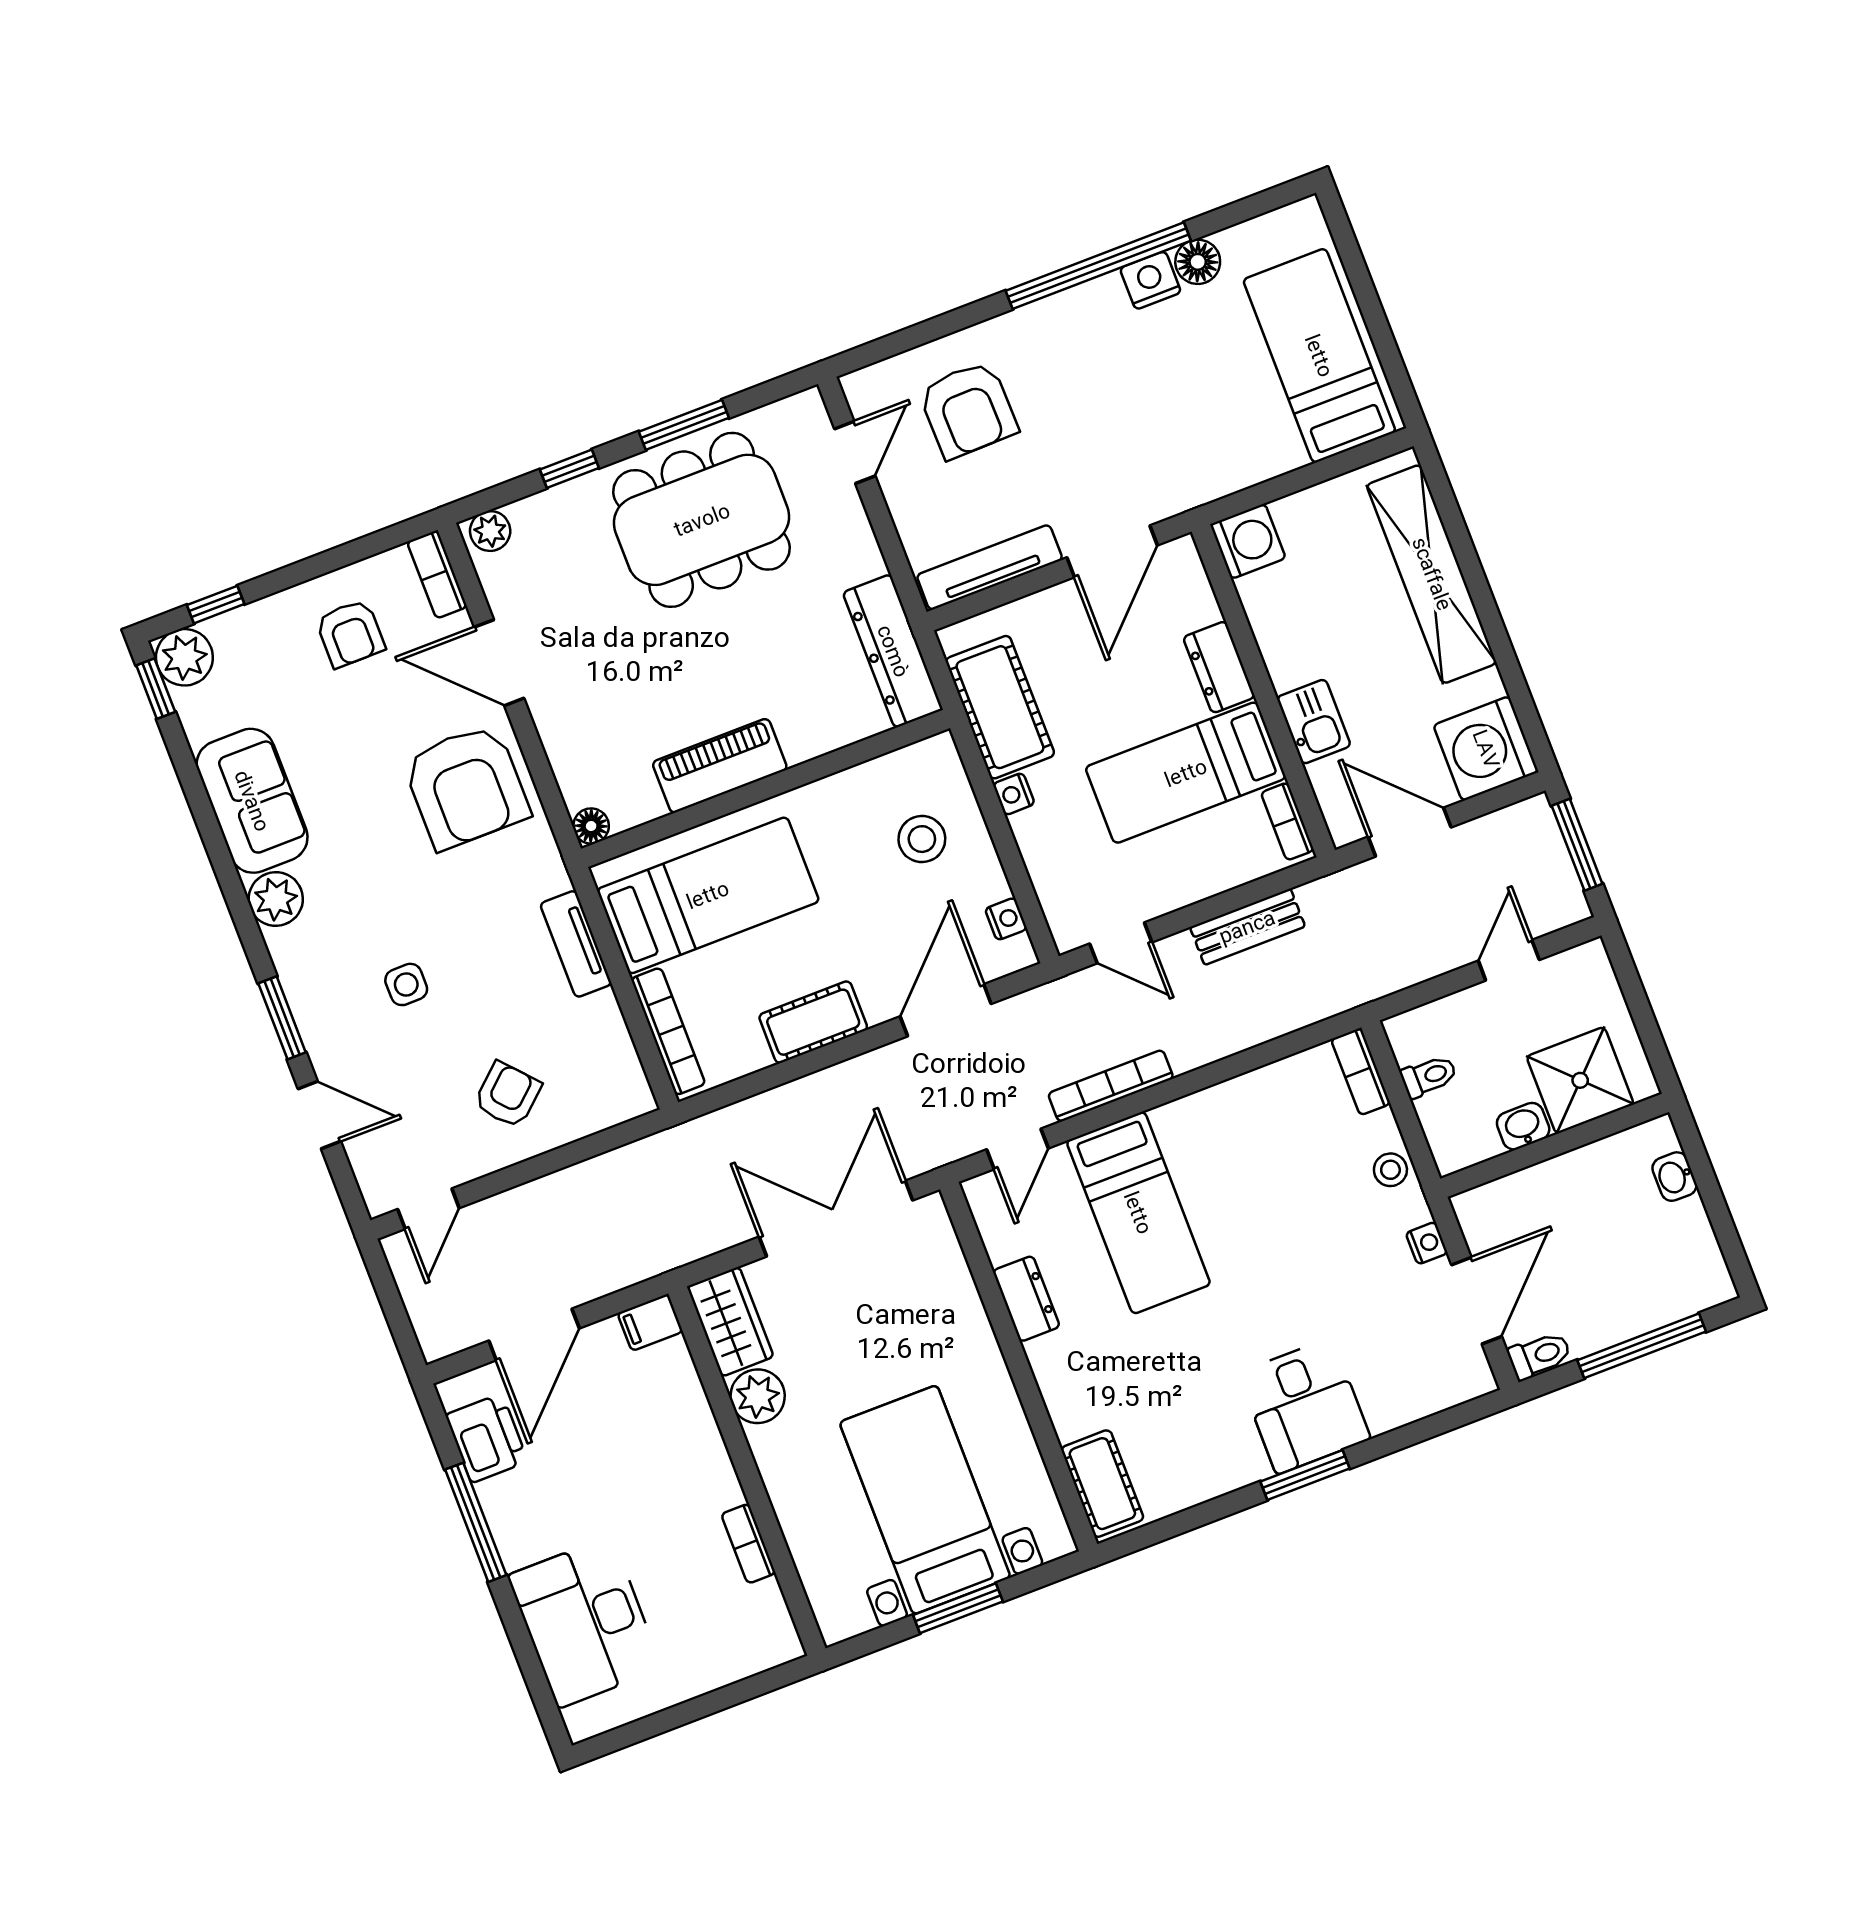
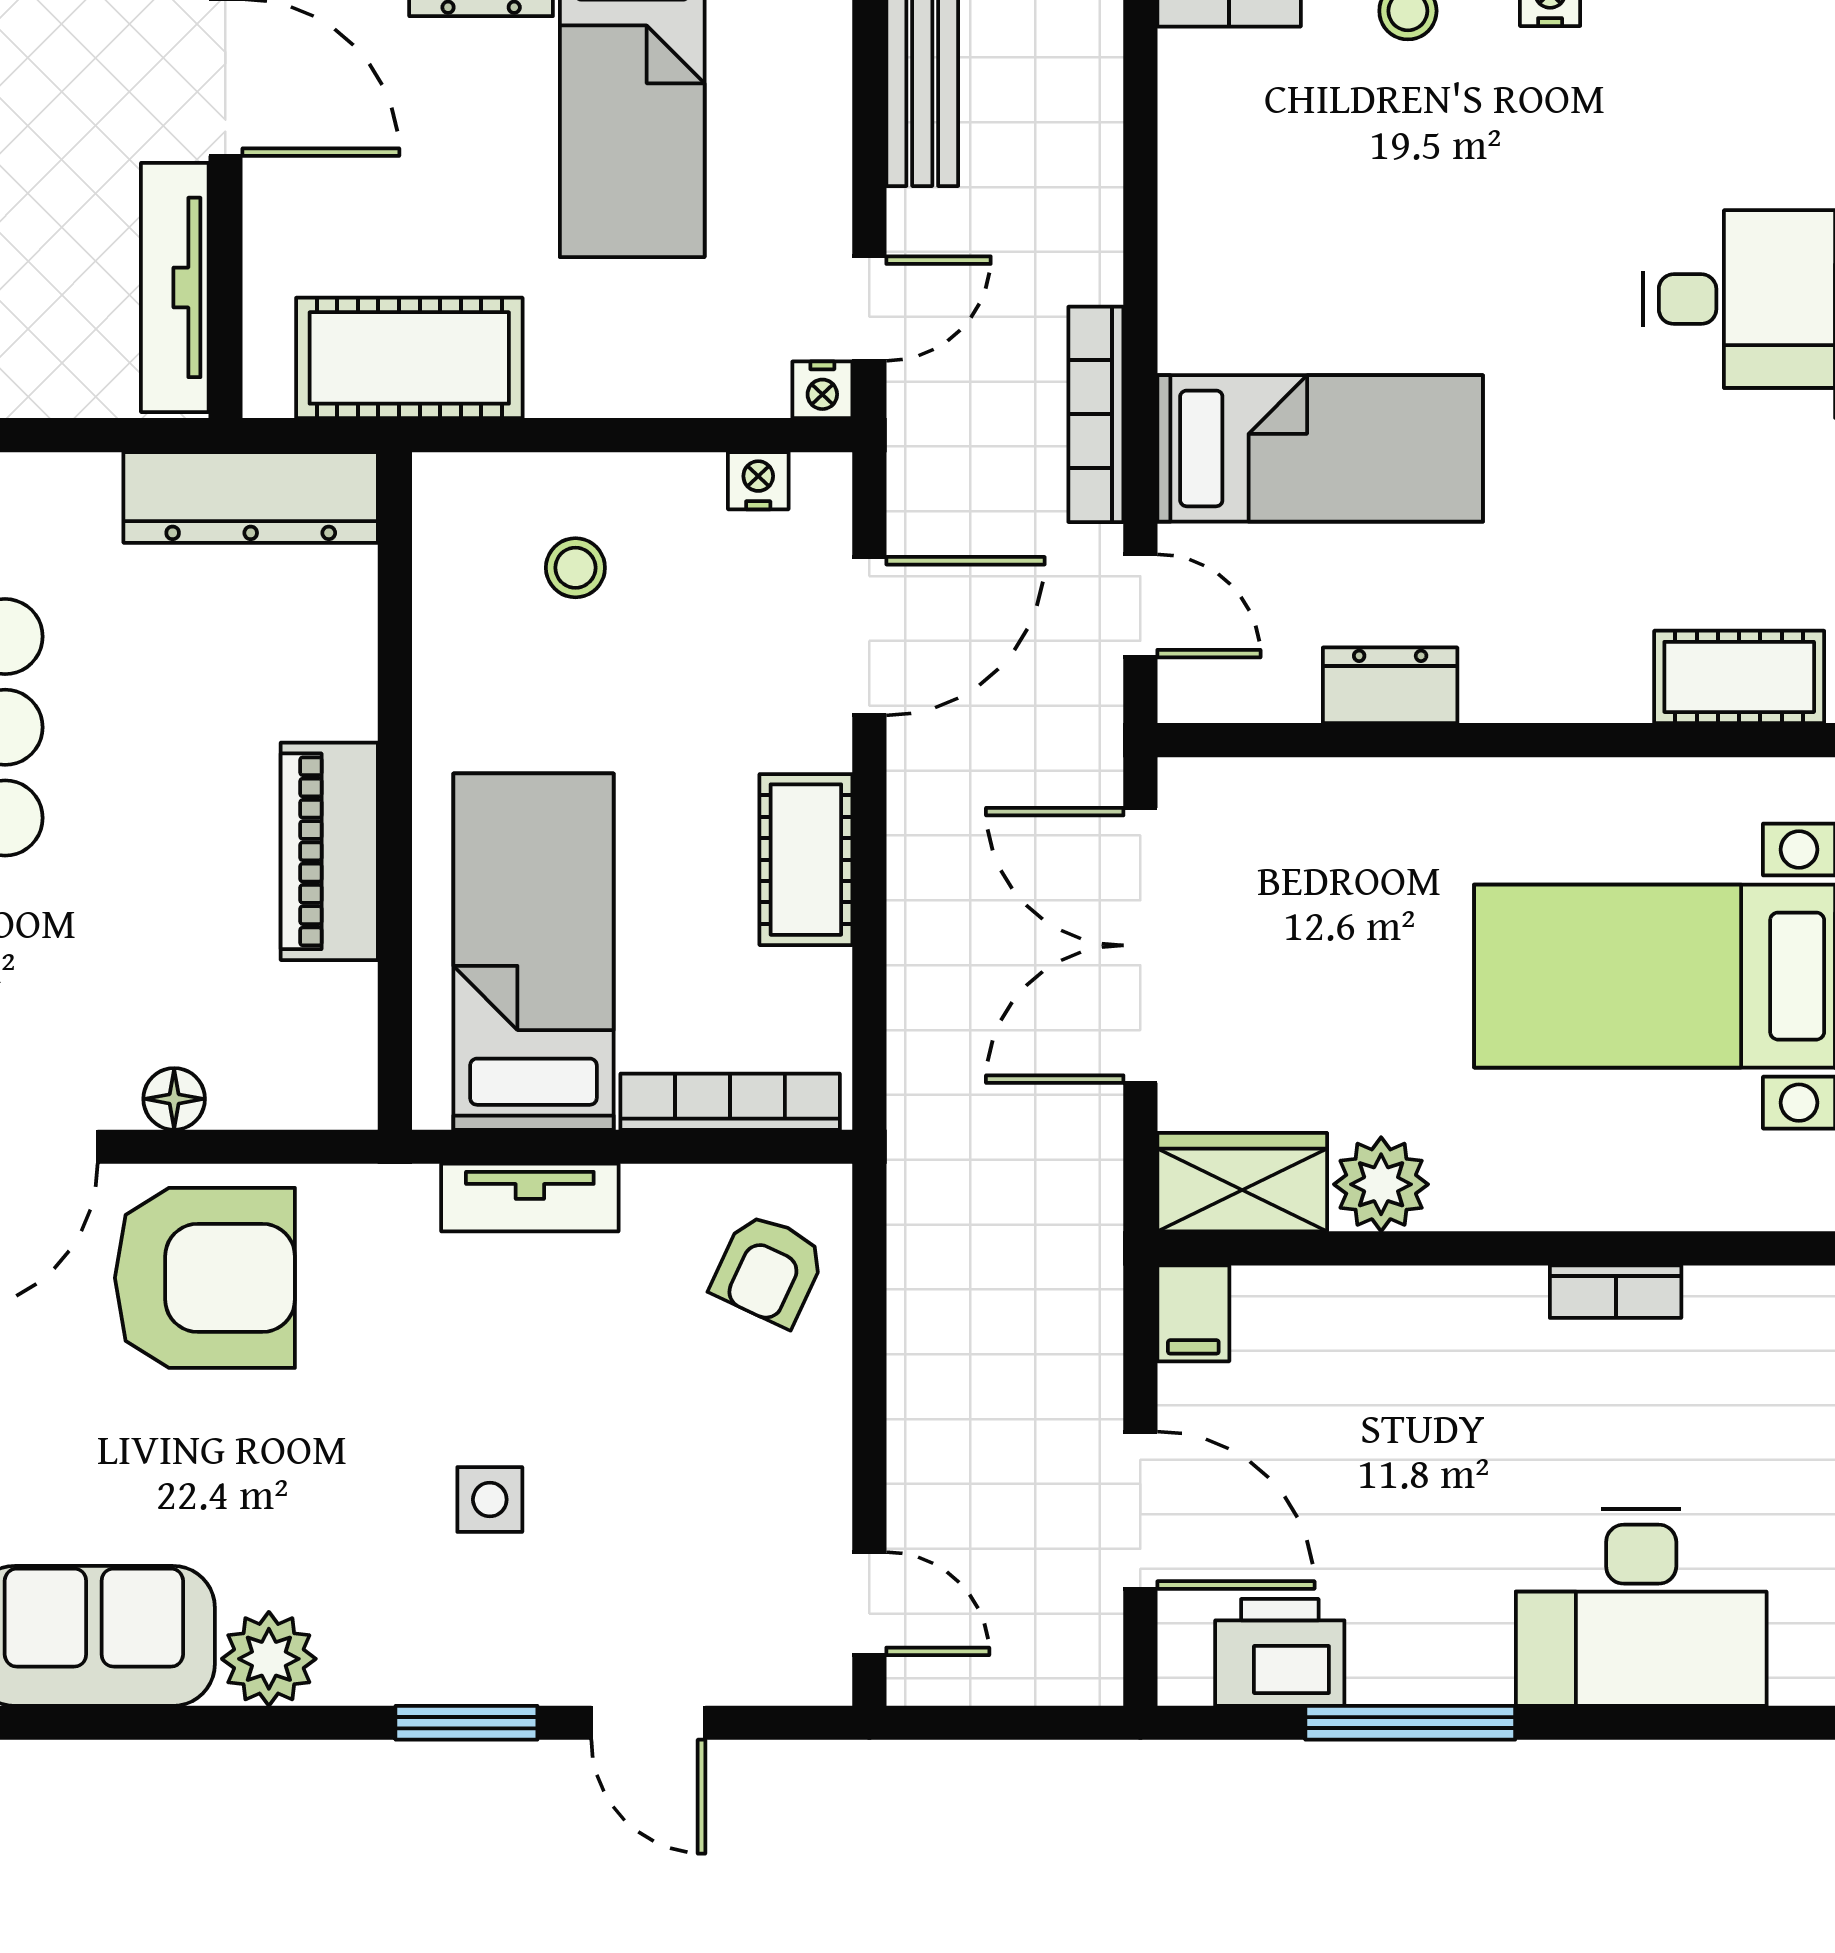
nightstand: (1014, 794) -> (822, 390), moved
floor lamp: (591, 826) -> (174, 1099), moved
stool: (922, 839) -> (575, 568), width x0.73, depth x0.73
door: (946, 1010) -> (869, 636), swing flipped
armchair: (508, 1095) -> (768, 1270), moved, turned -113
door: (319, 1115) -> (648, 1723), swing flipped

